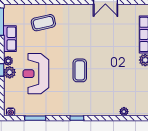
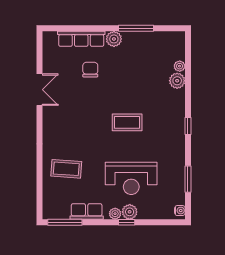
coffee table: (43, 23) -> (66, 169), turned -73
chair: (121, 42) -> (90, 70), added
plant: (113, 110) -> (177, 81), added

